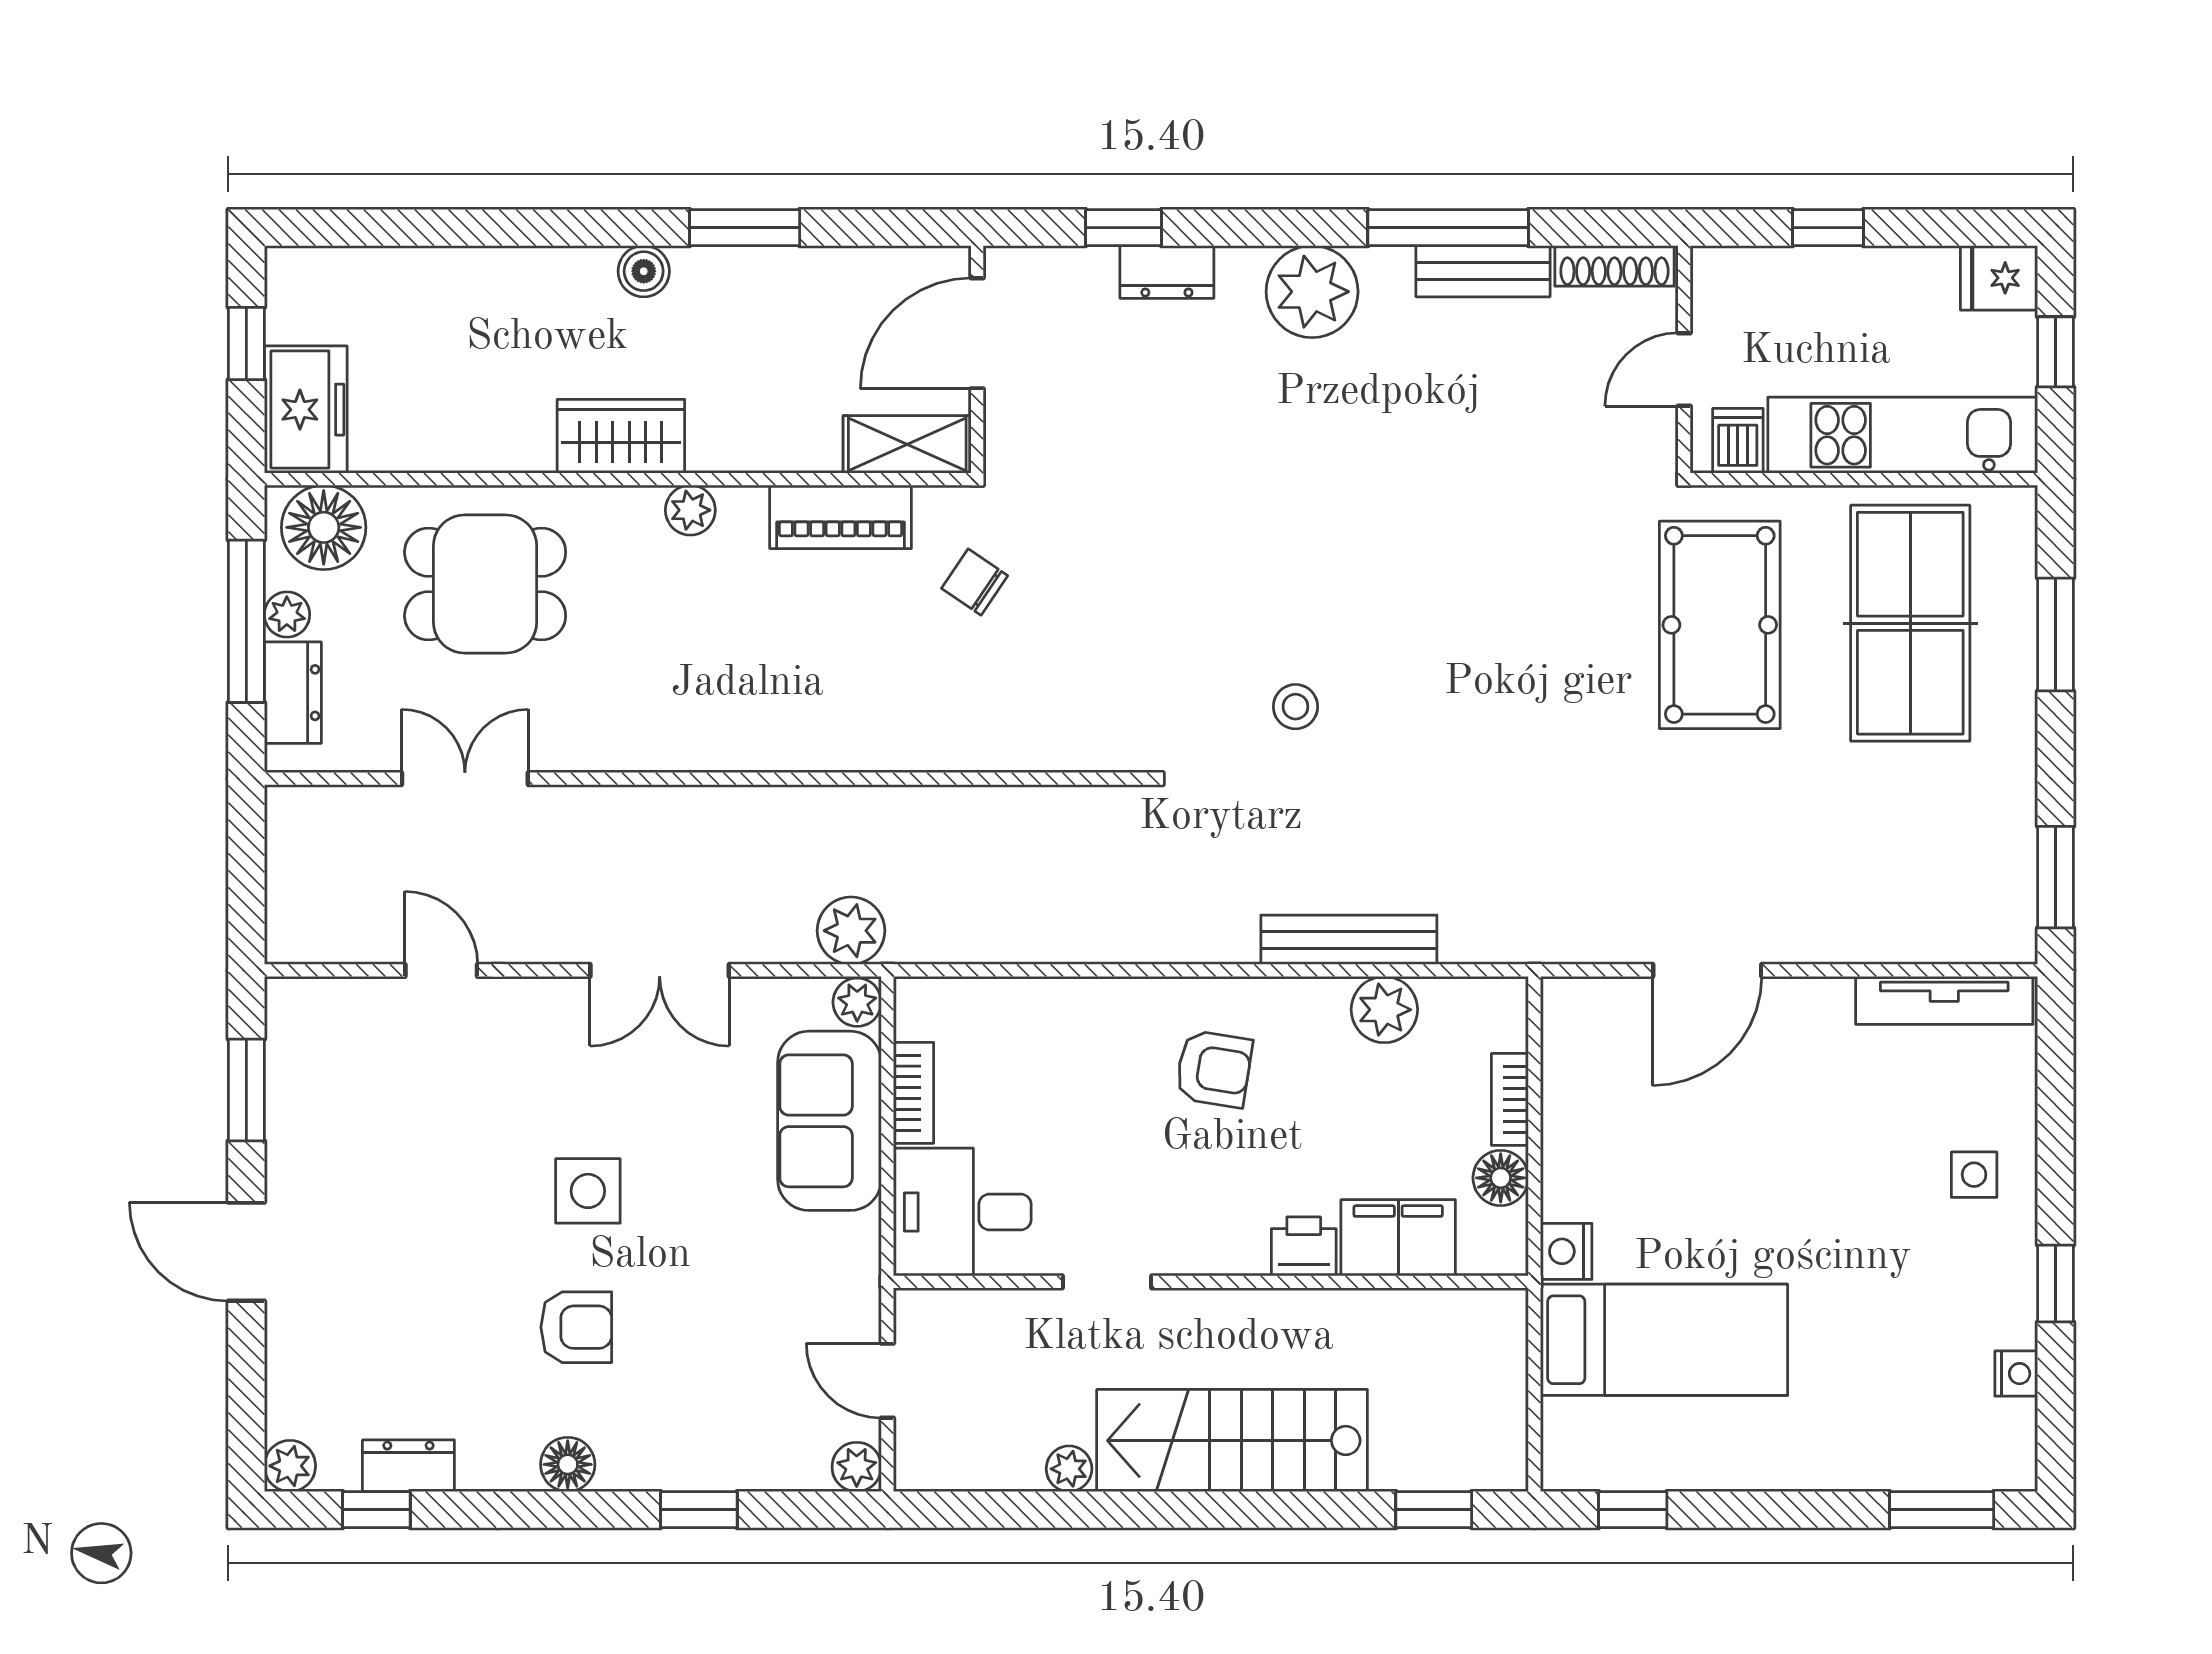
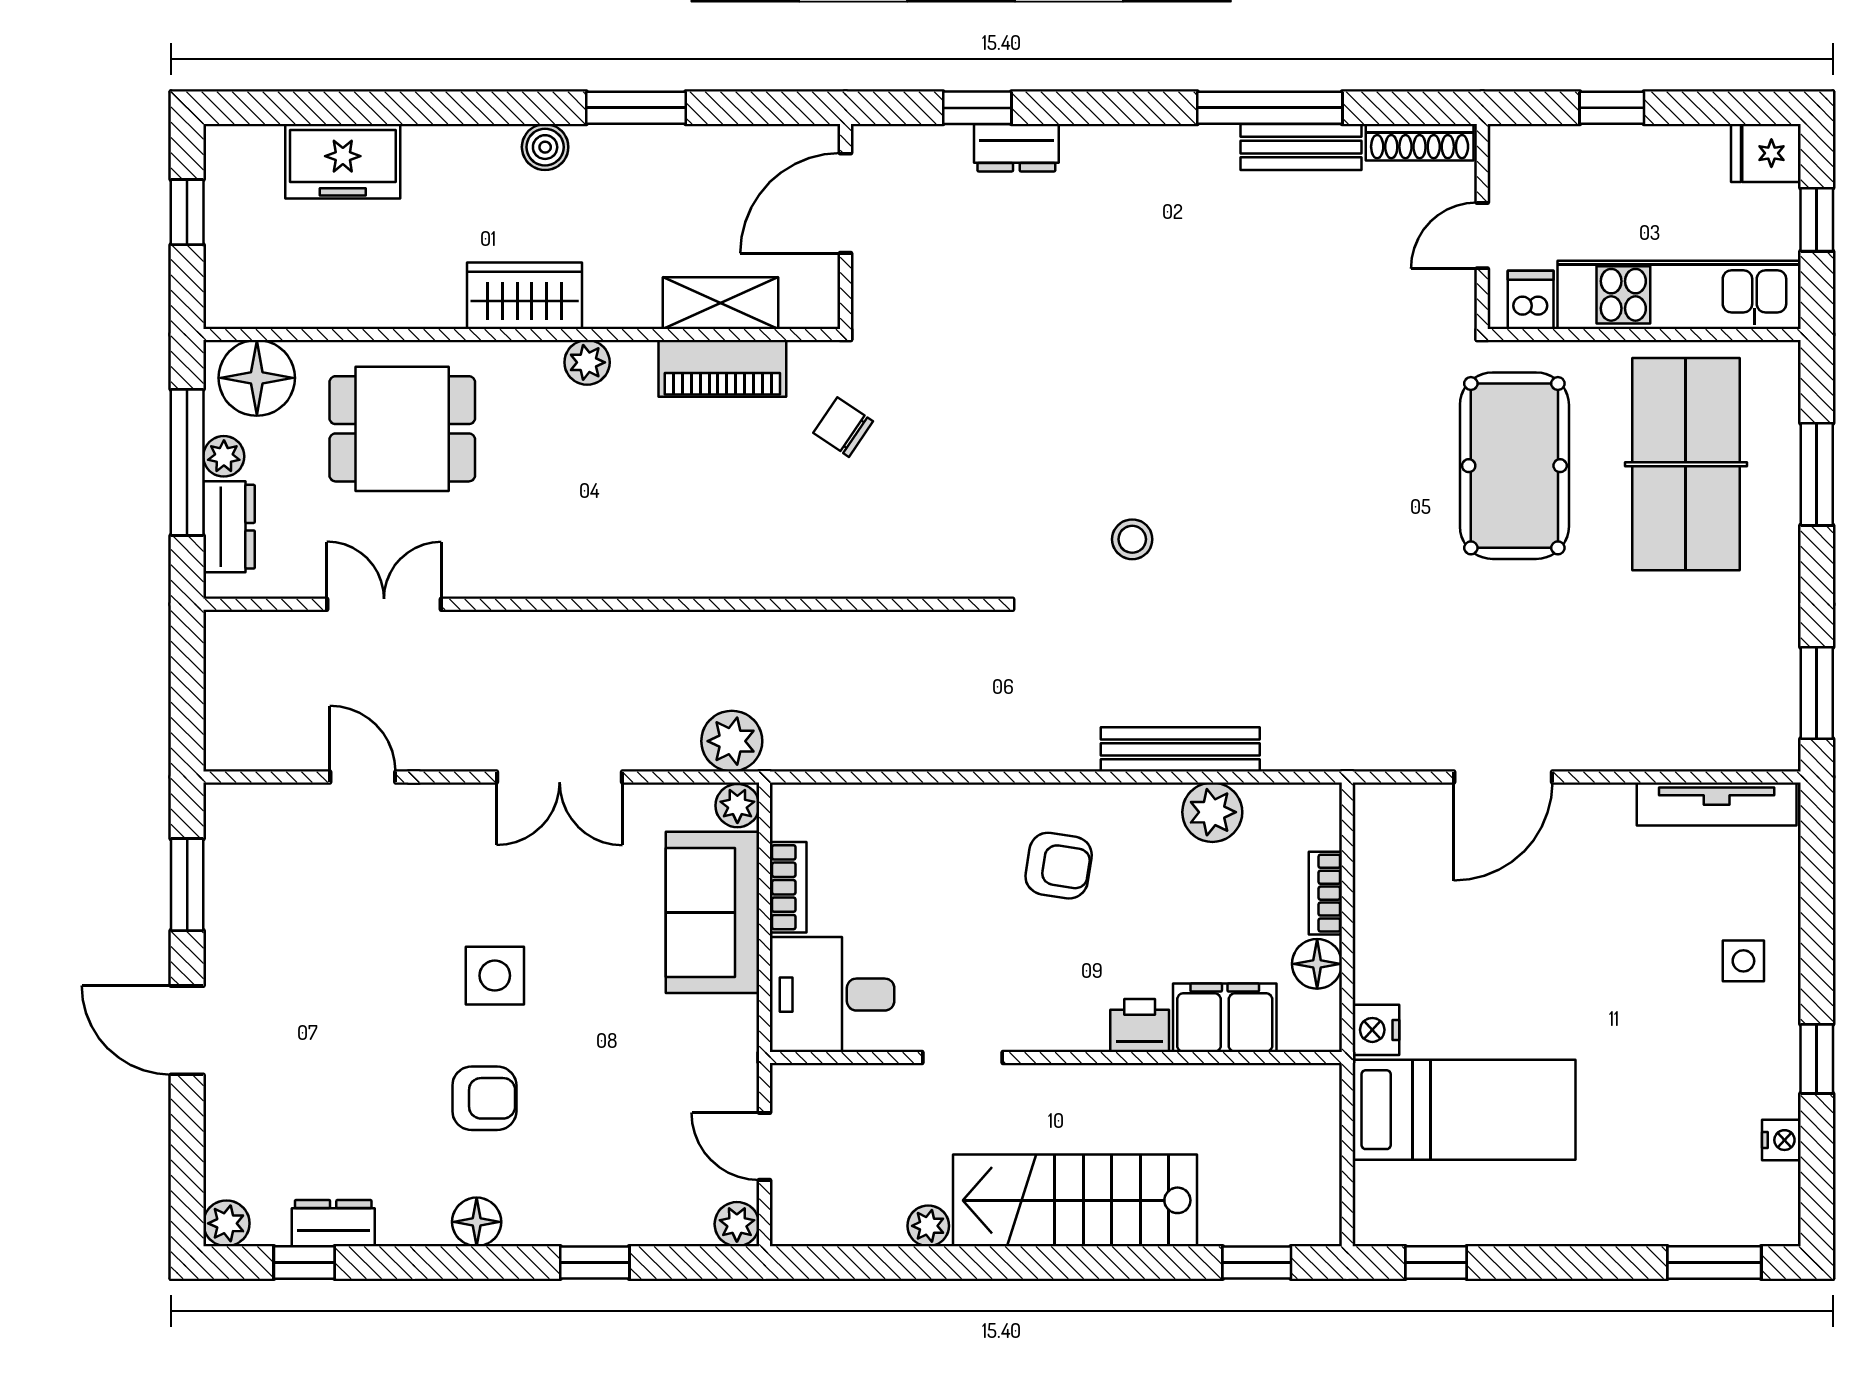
plant: (1312, 292) -> (1147, 165), removed
freezer: (306, 410) -> (343, 161), moved, turned 90
shelving: (907, 444) -> (721, 303), moved

